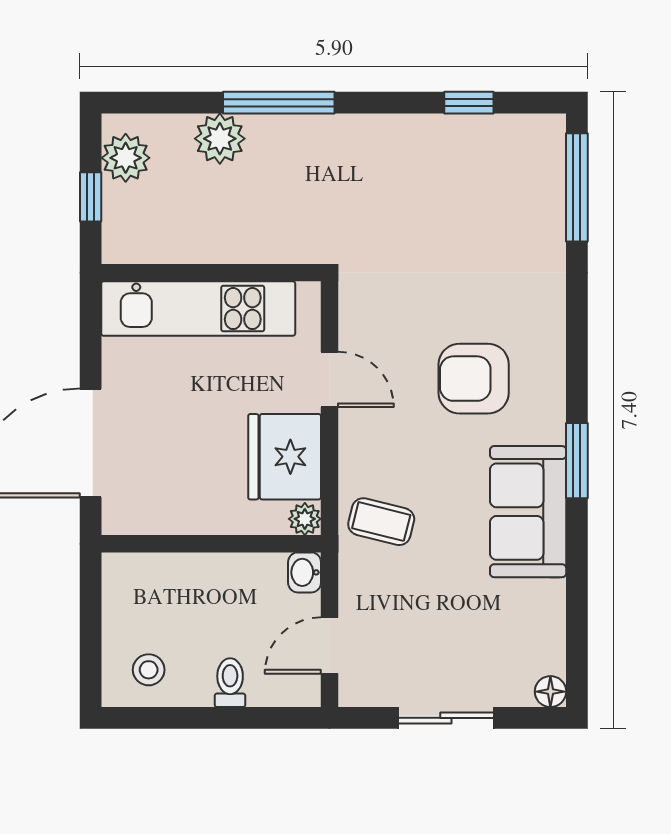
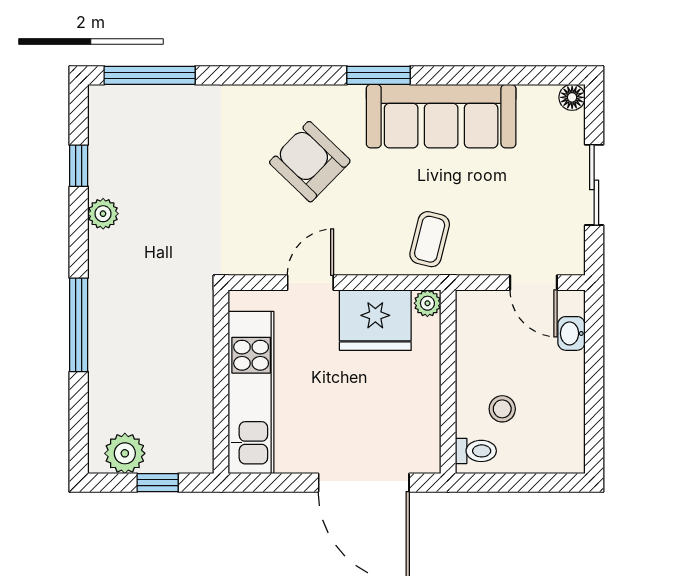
plant: (220, 139) -> (103, 214), moved, width x0.73, depth x0.73
armchair: (474, 379) -> (310, 162), turned 134
sofa: (528, 512) -> (441, 116), width x1.36
washbasin: (305, 572) -> (571, 333), moved, turned 90
stool: (149, 670) -> (502, 409), moved
toilet: (230, 683) -> (476, 451), moved, turned 180

